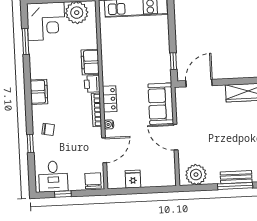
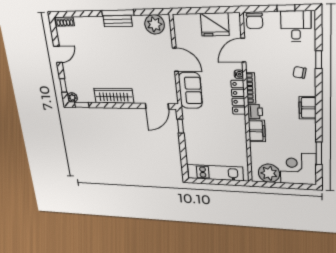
locker: (110, 99) -> (238, 97), width x1.53
fridge: (133, 179) -> (215, 24), width x1.88, depth x1.34

